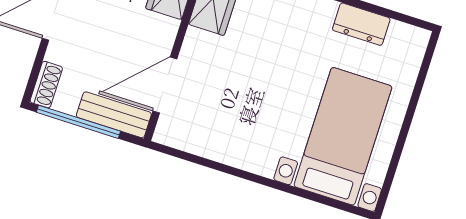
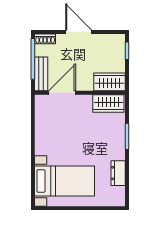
door: (165, 85) -> (62, 93), hinge flipped

